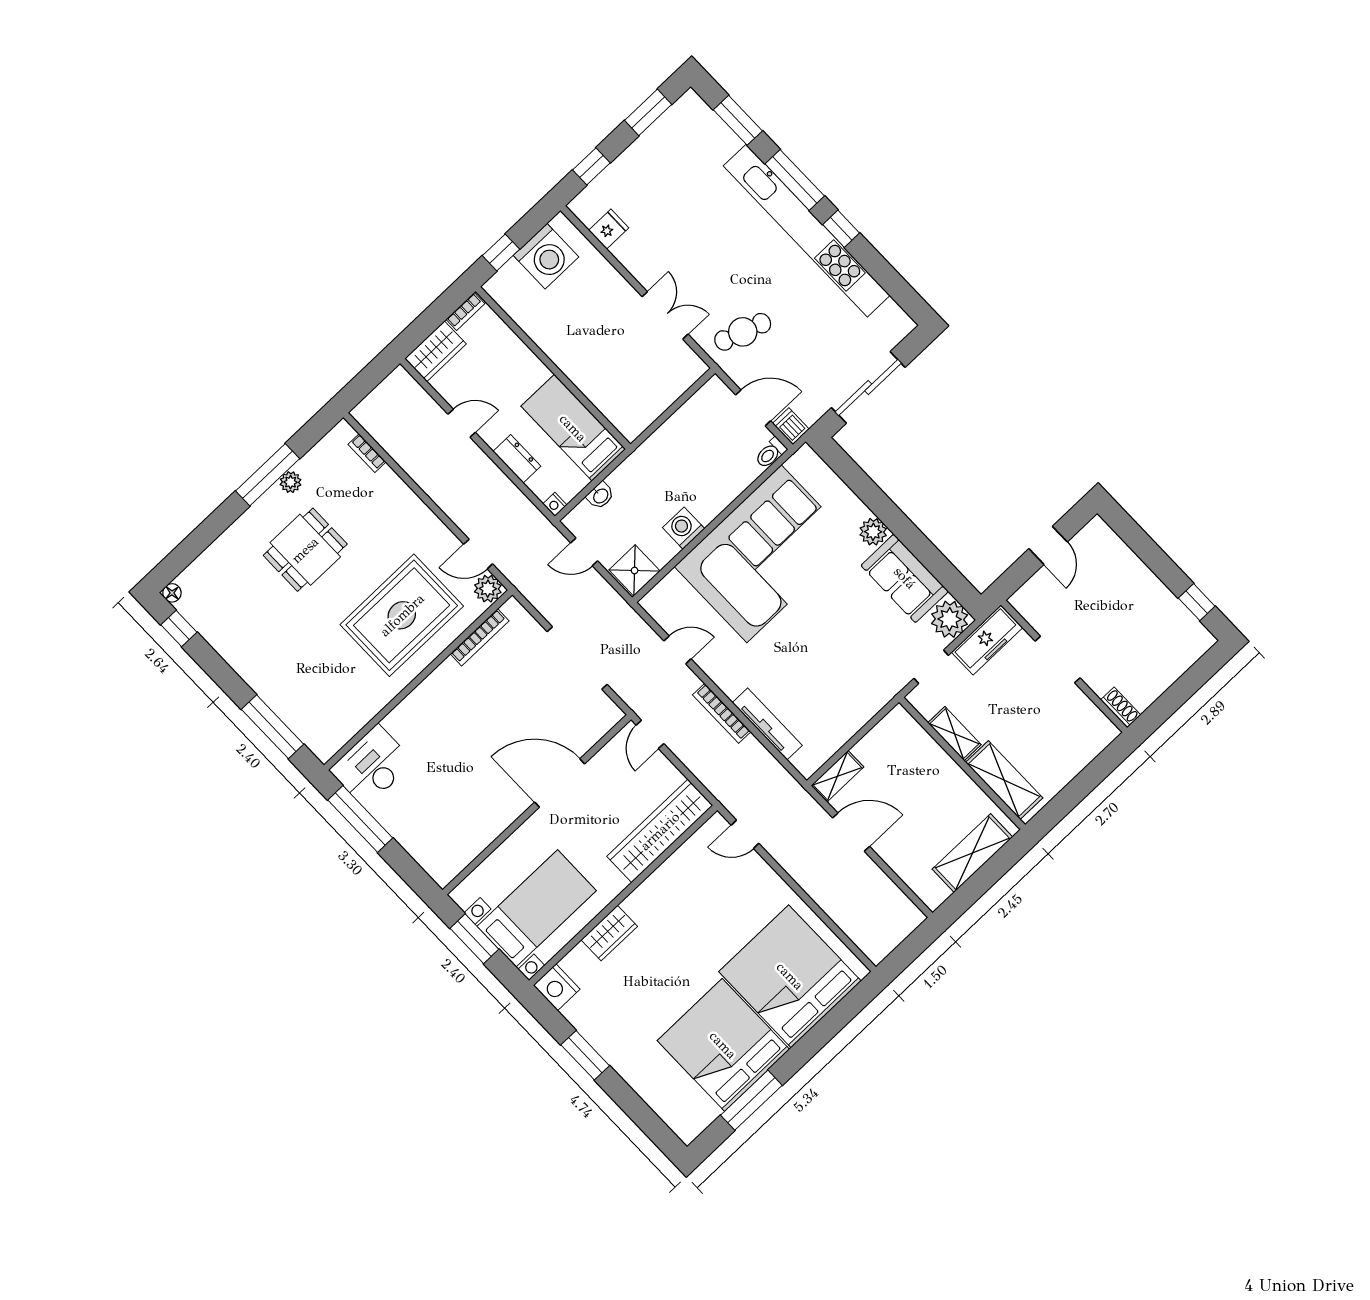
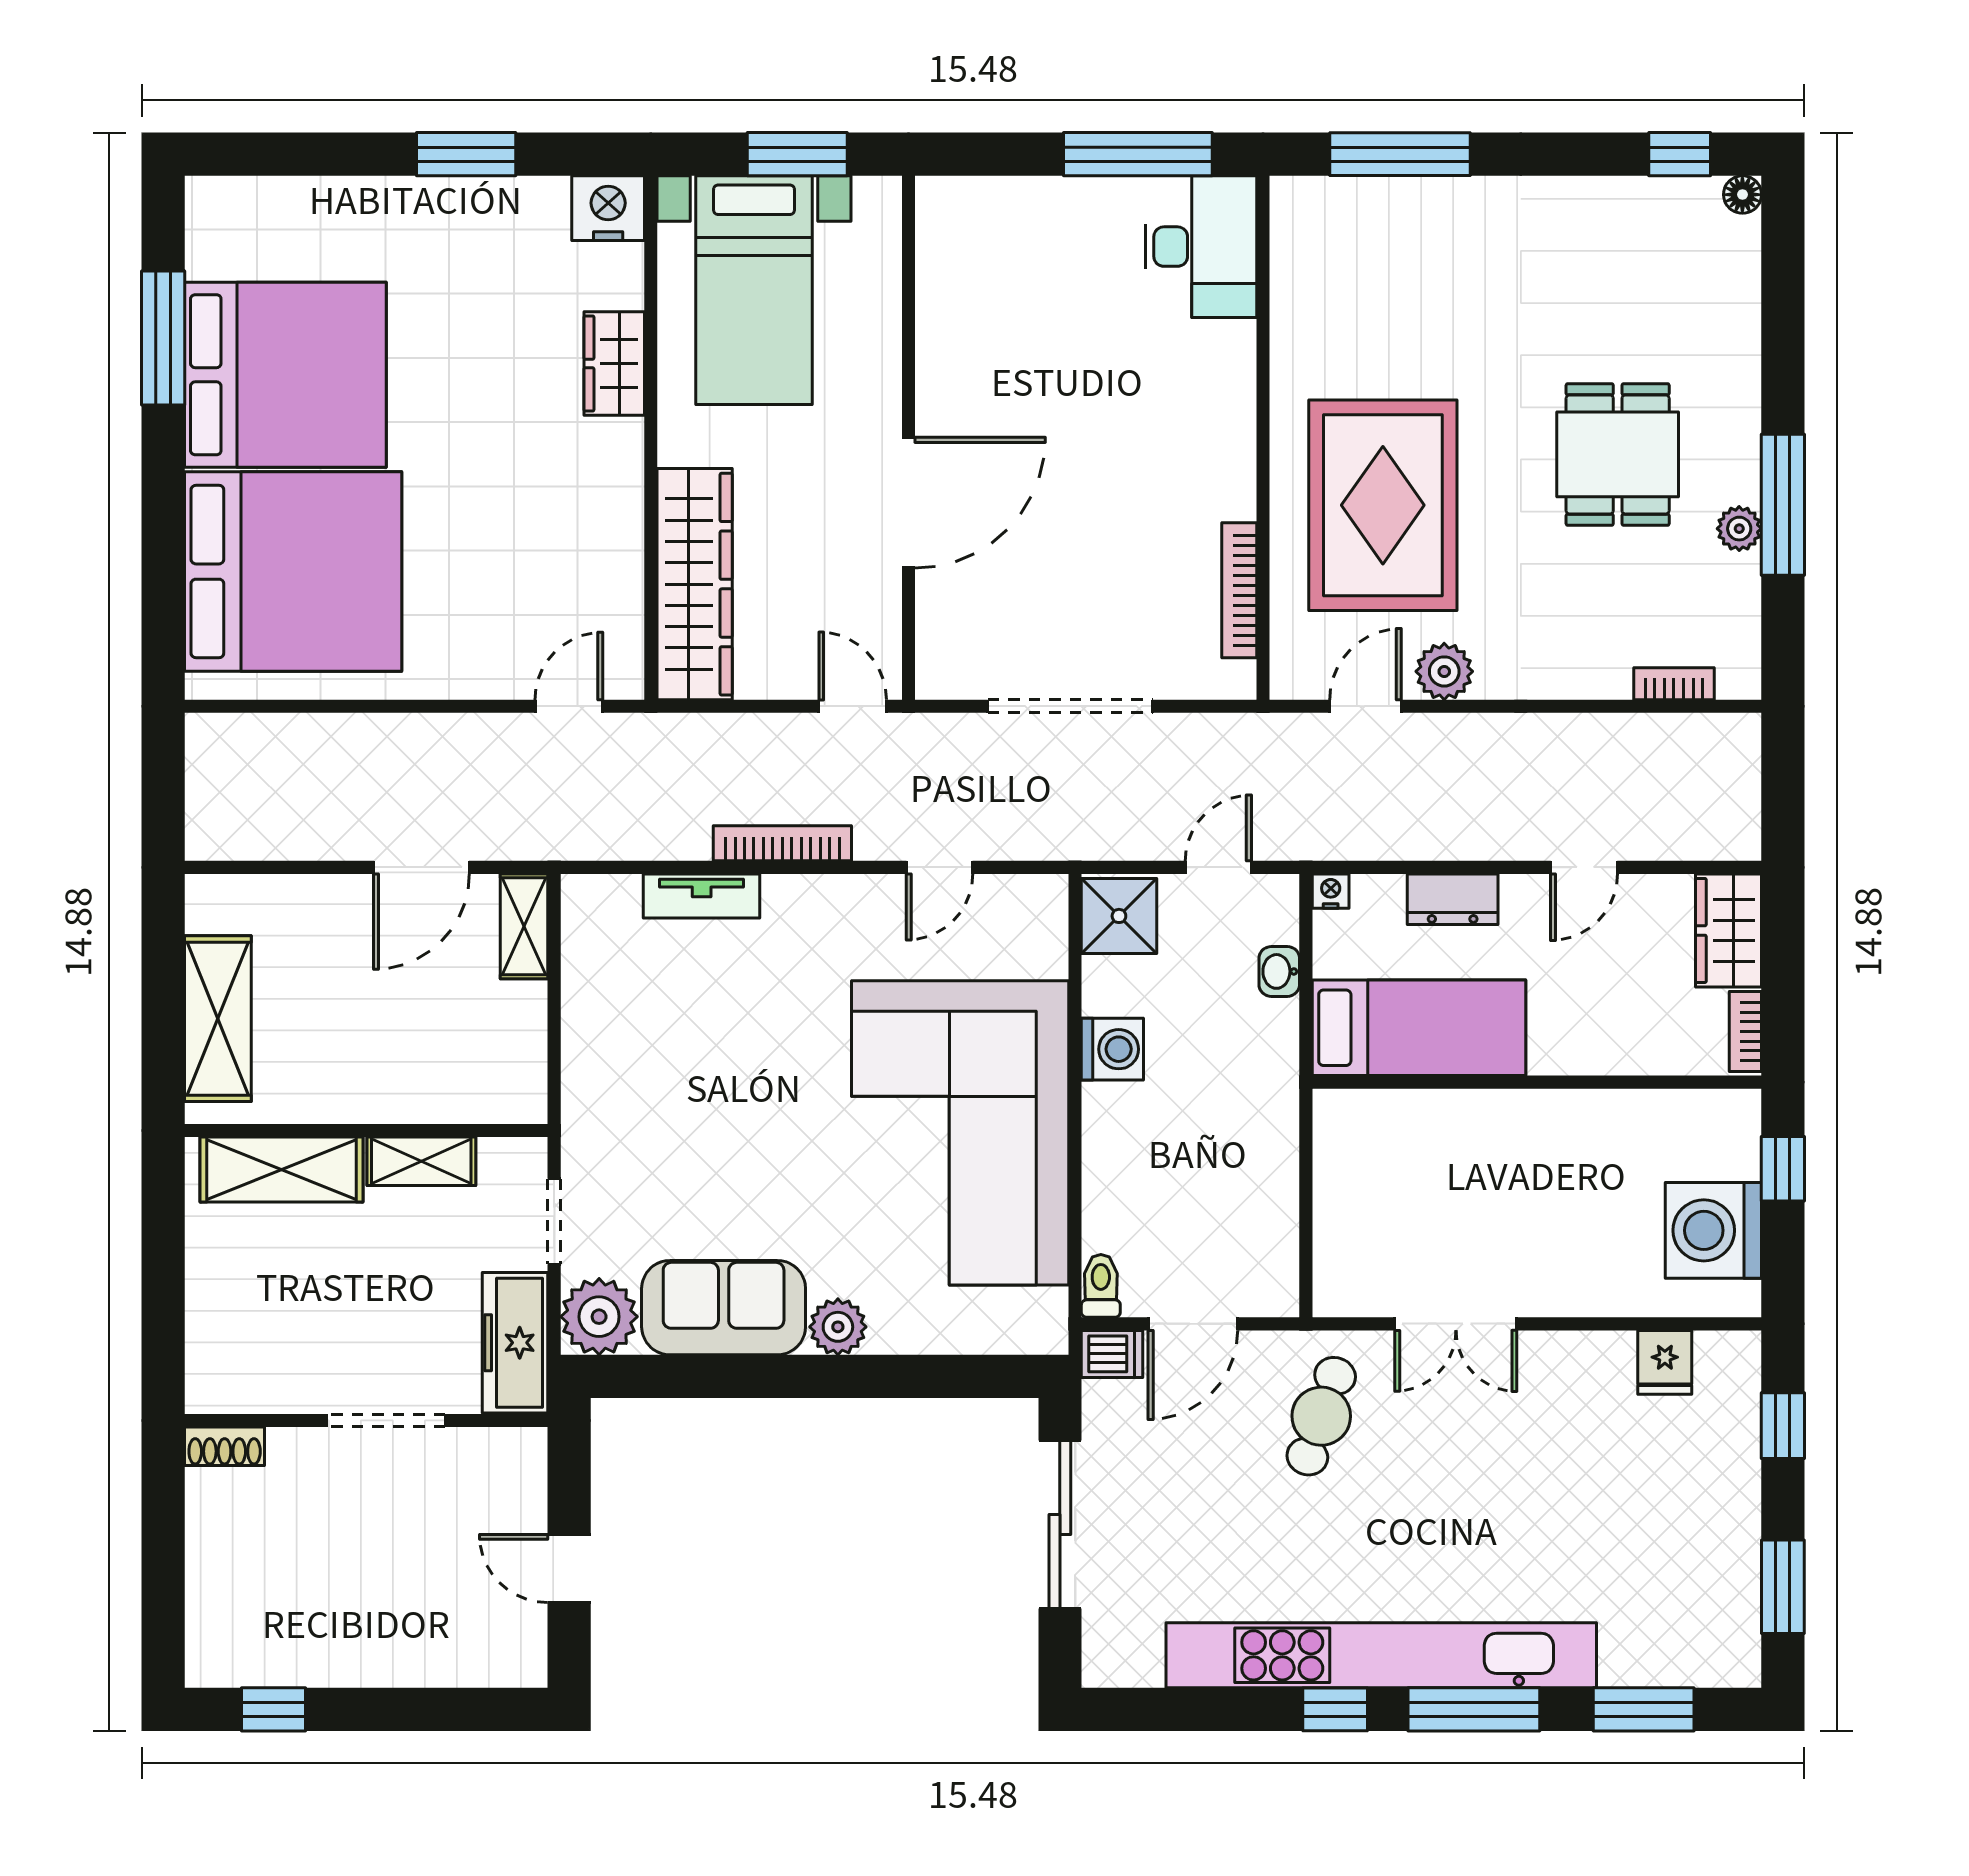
plant: (488, 589) -> (1444, 671), moved
tv unit: (767, 724) -> (702, 896), width x0.71

